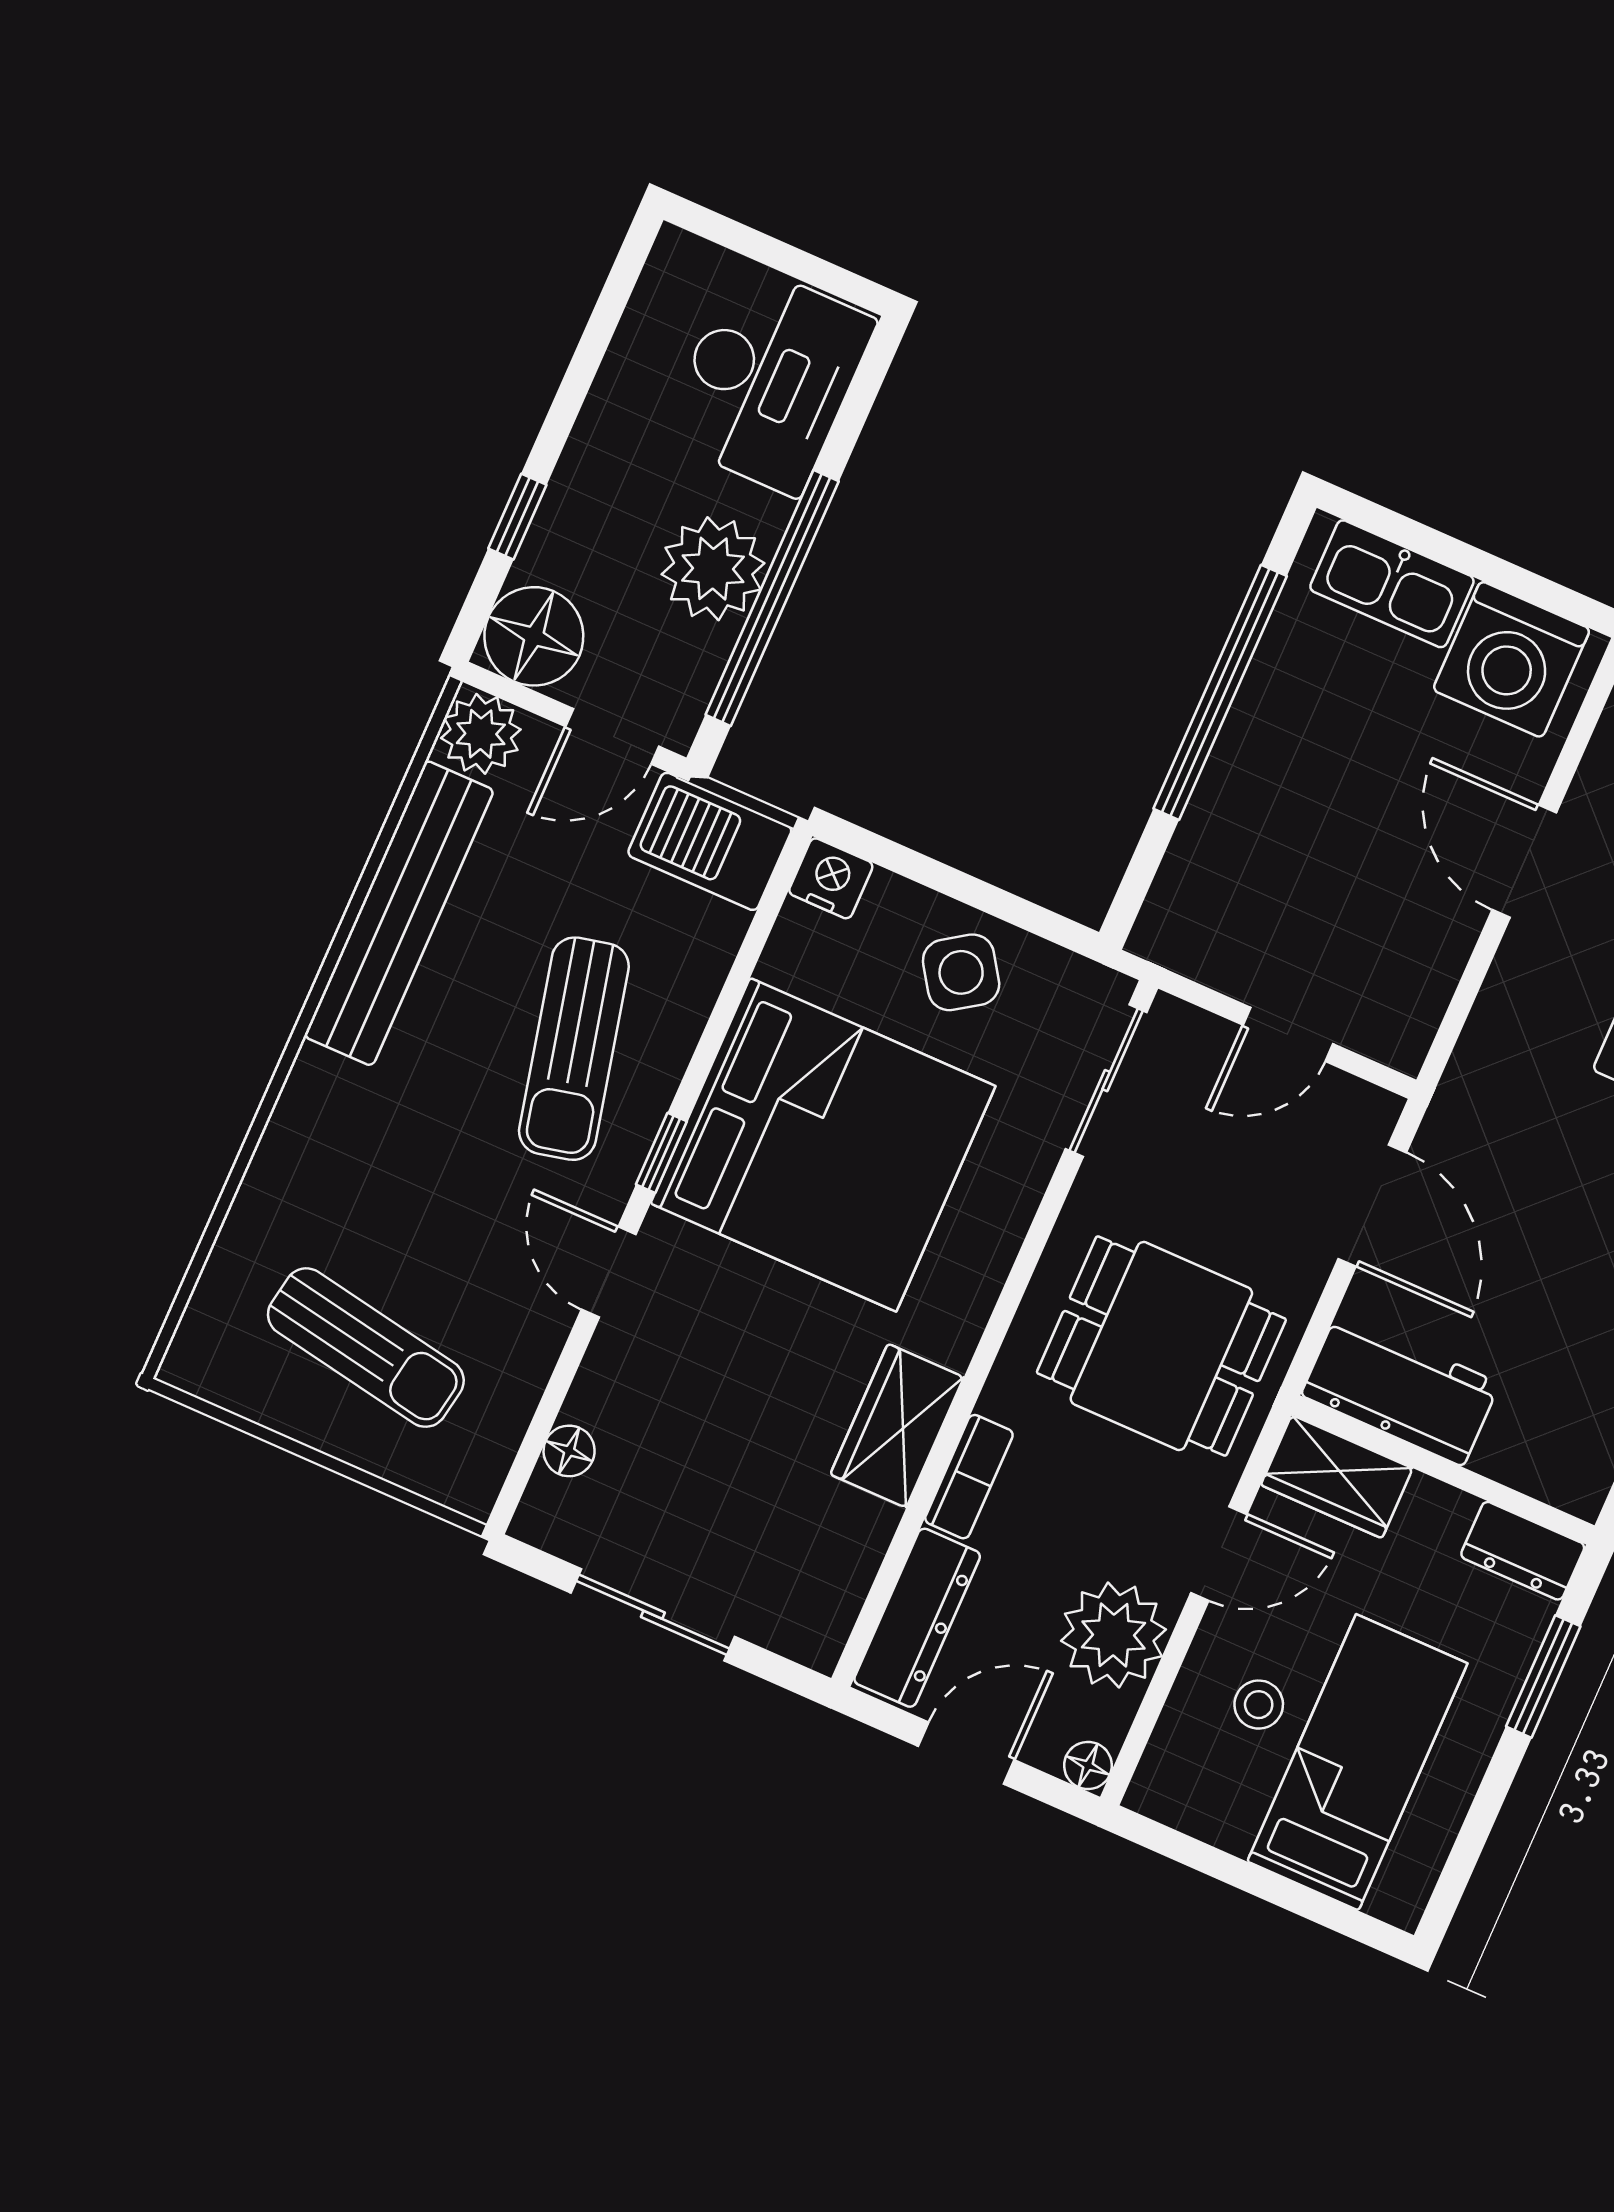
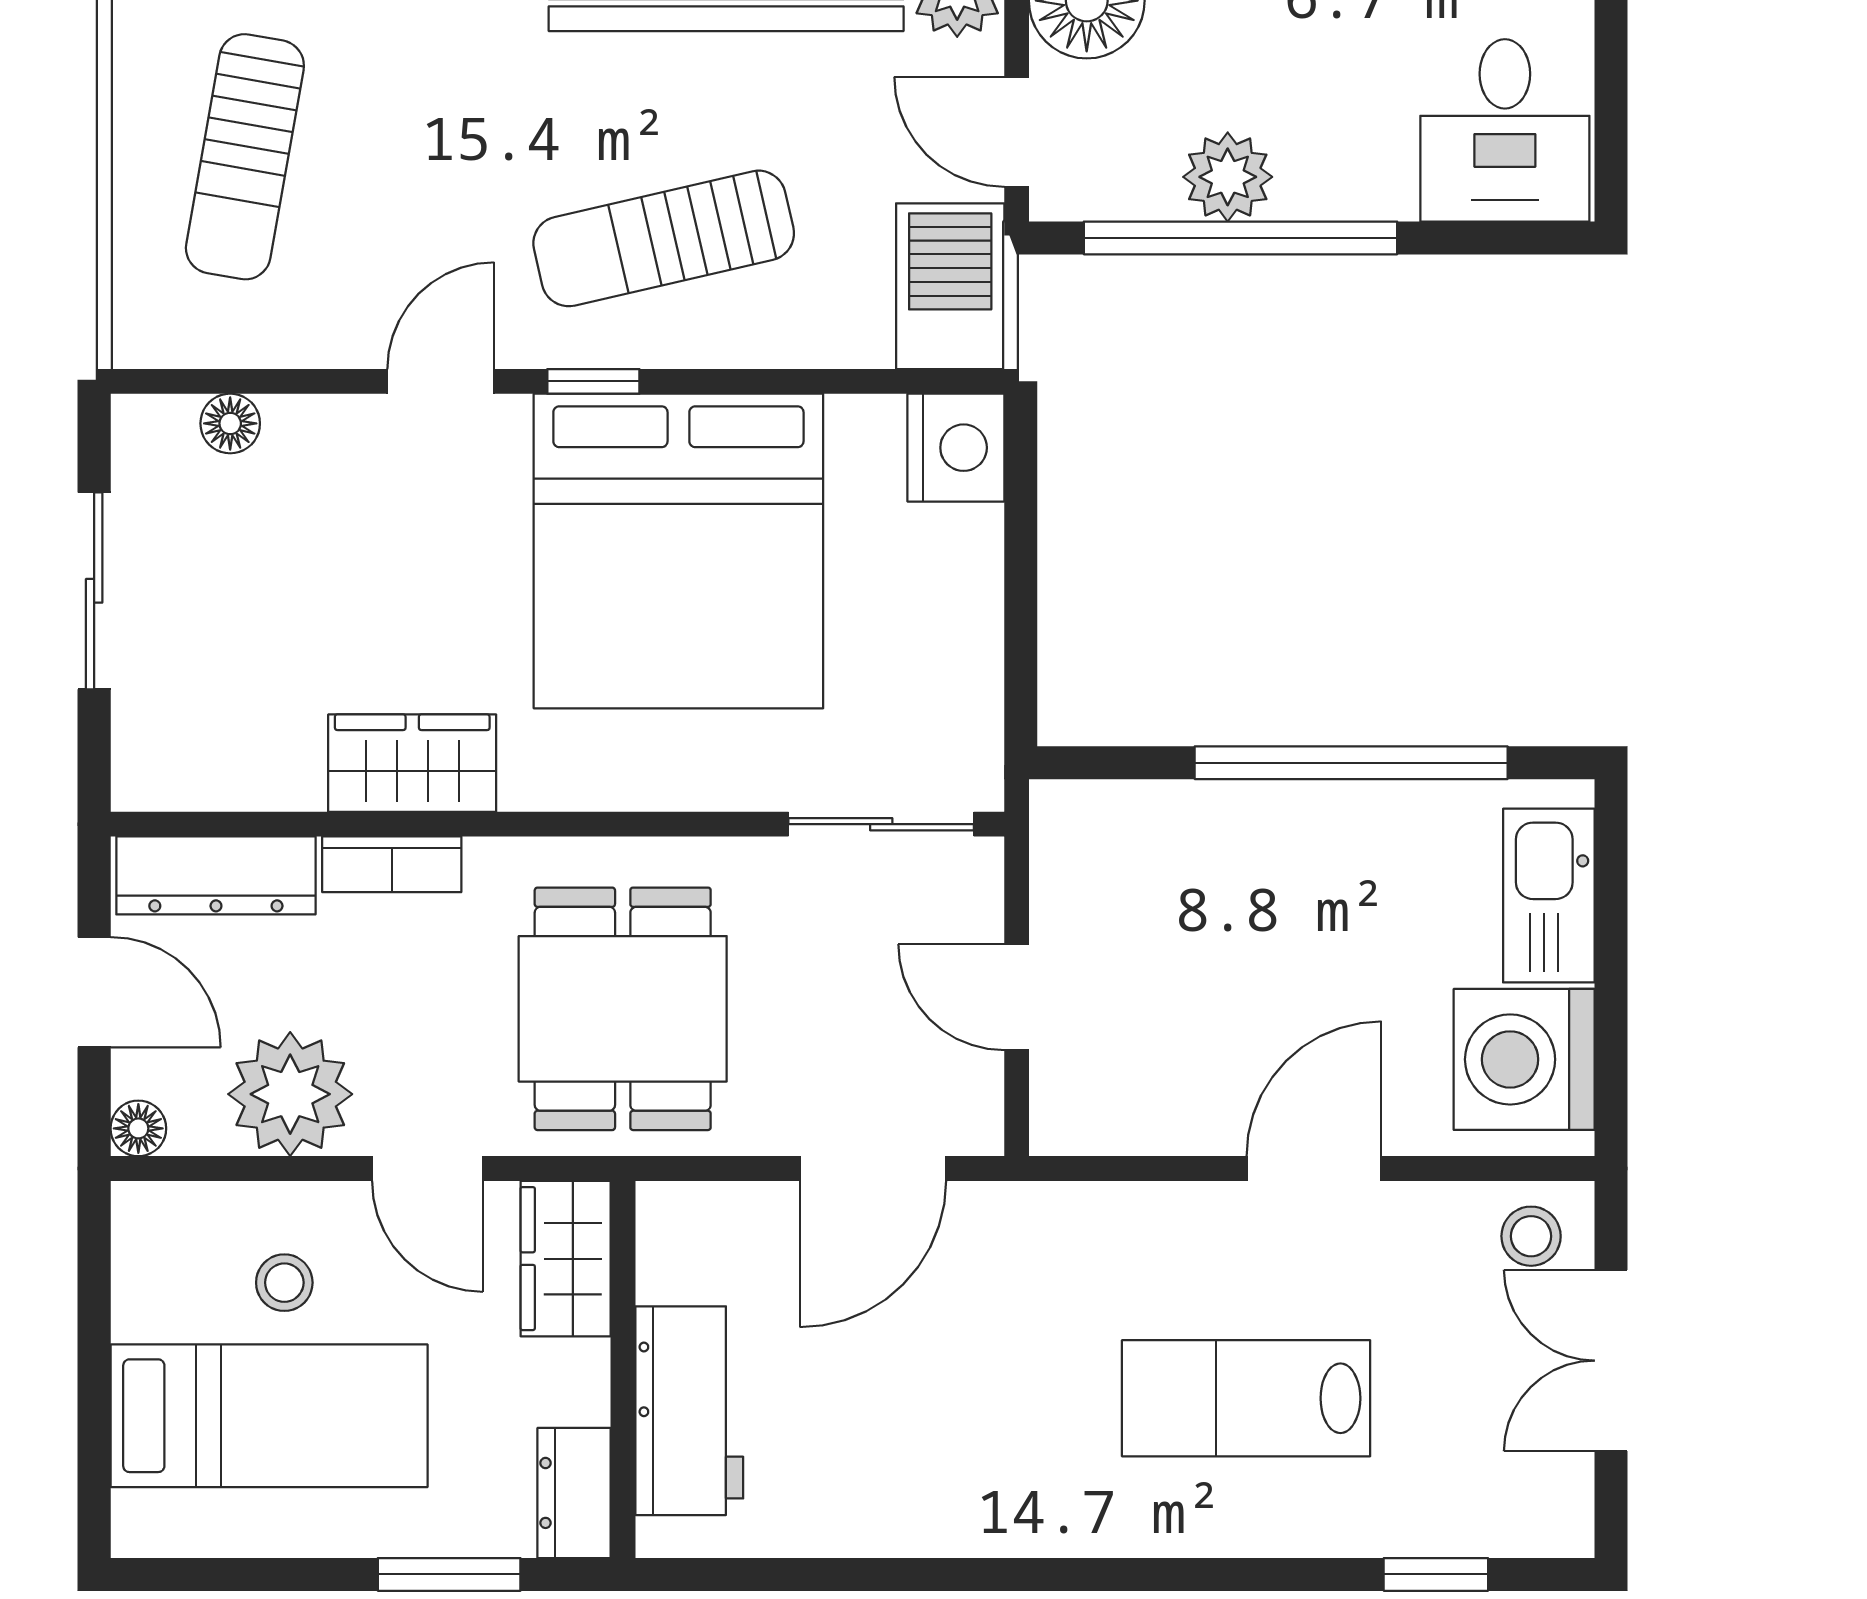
desk: (768, 379) -> (1505, 130), width x0.73
plant: (713, 569) -> (1228, 177), width x0.73, depth x0.73
nightstand: (831, 878) -> (956, 448), width x1.36, depth x1.33
side table: (961, 972) -> (929, 617), removed
workbench: (1400, 1389) -> (689, 1411), moved

